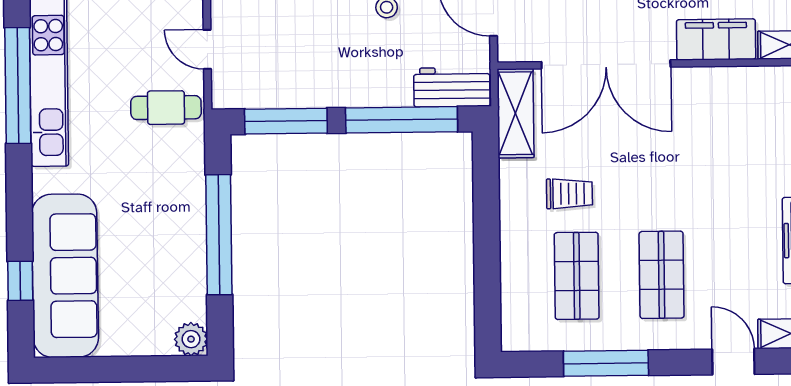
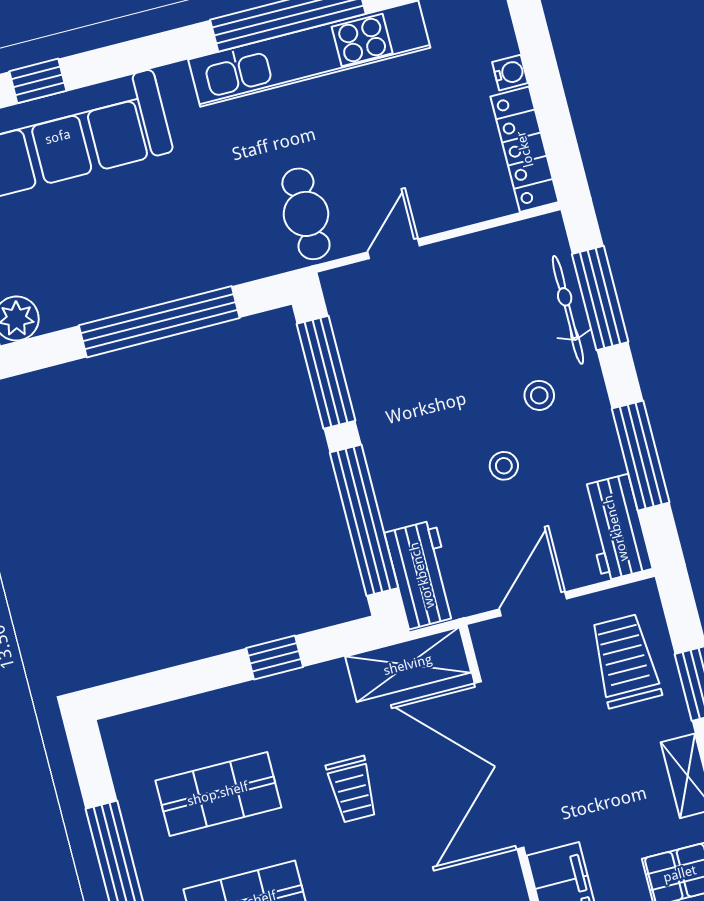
trolley: (569, 194) -> (352, 789), moved
window: (486, 210) -> (275, 657), added

